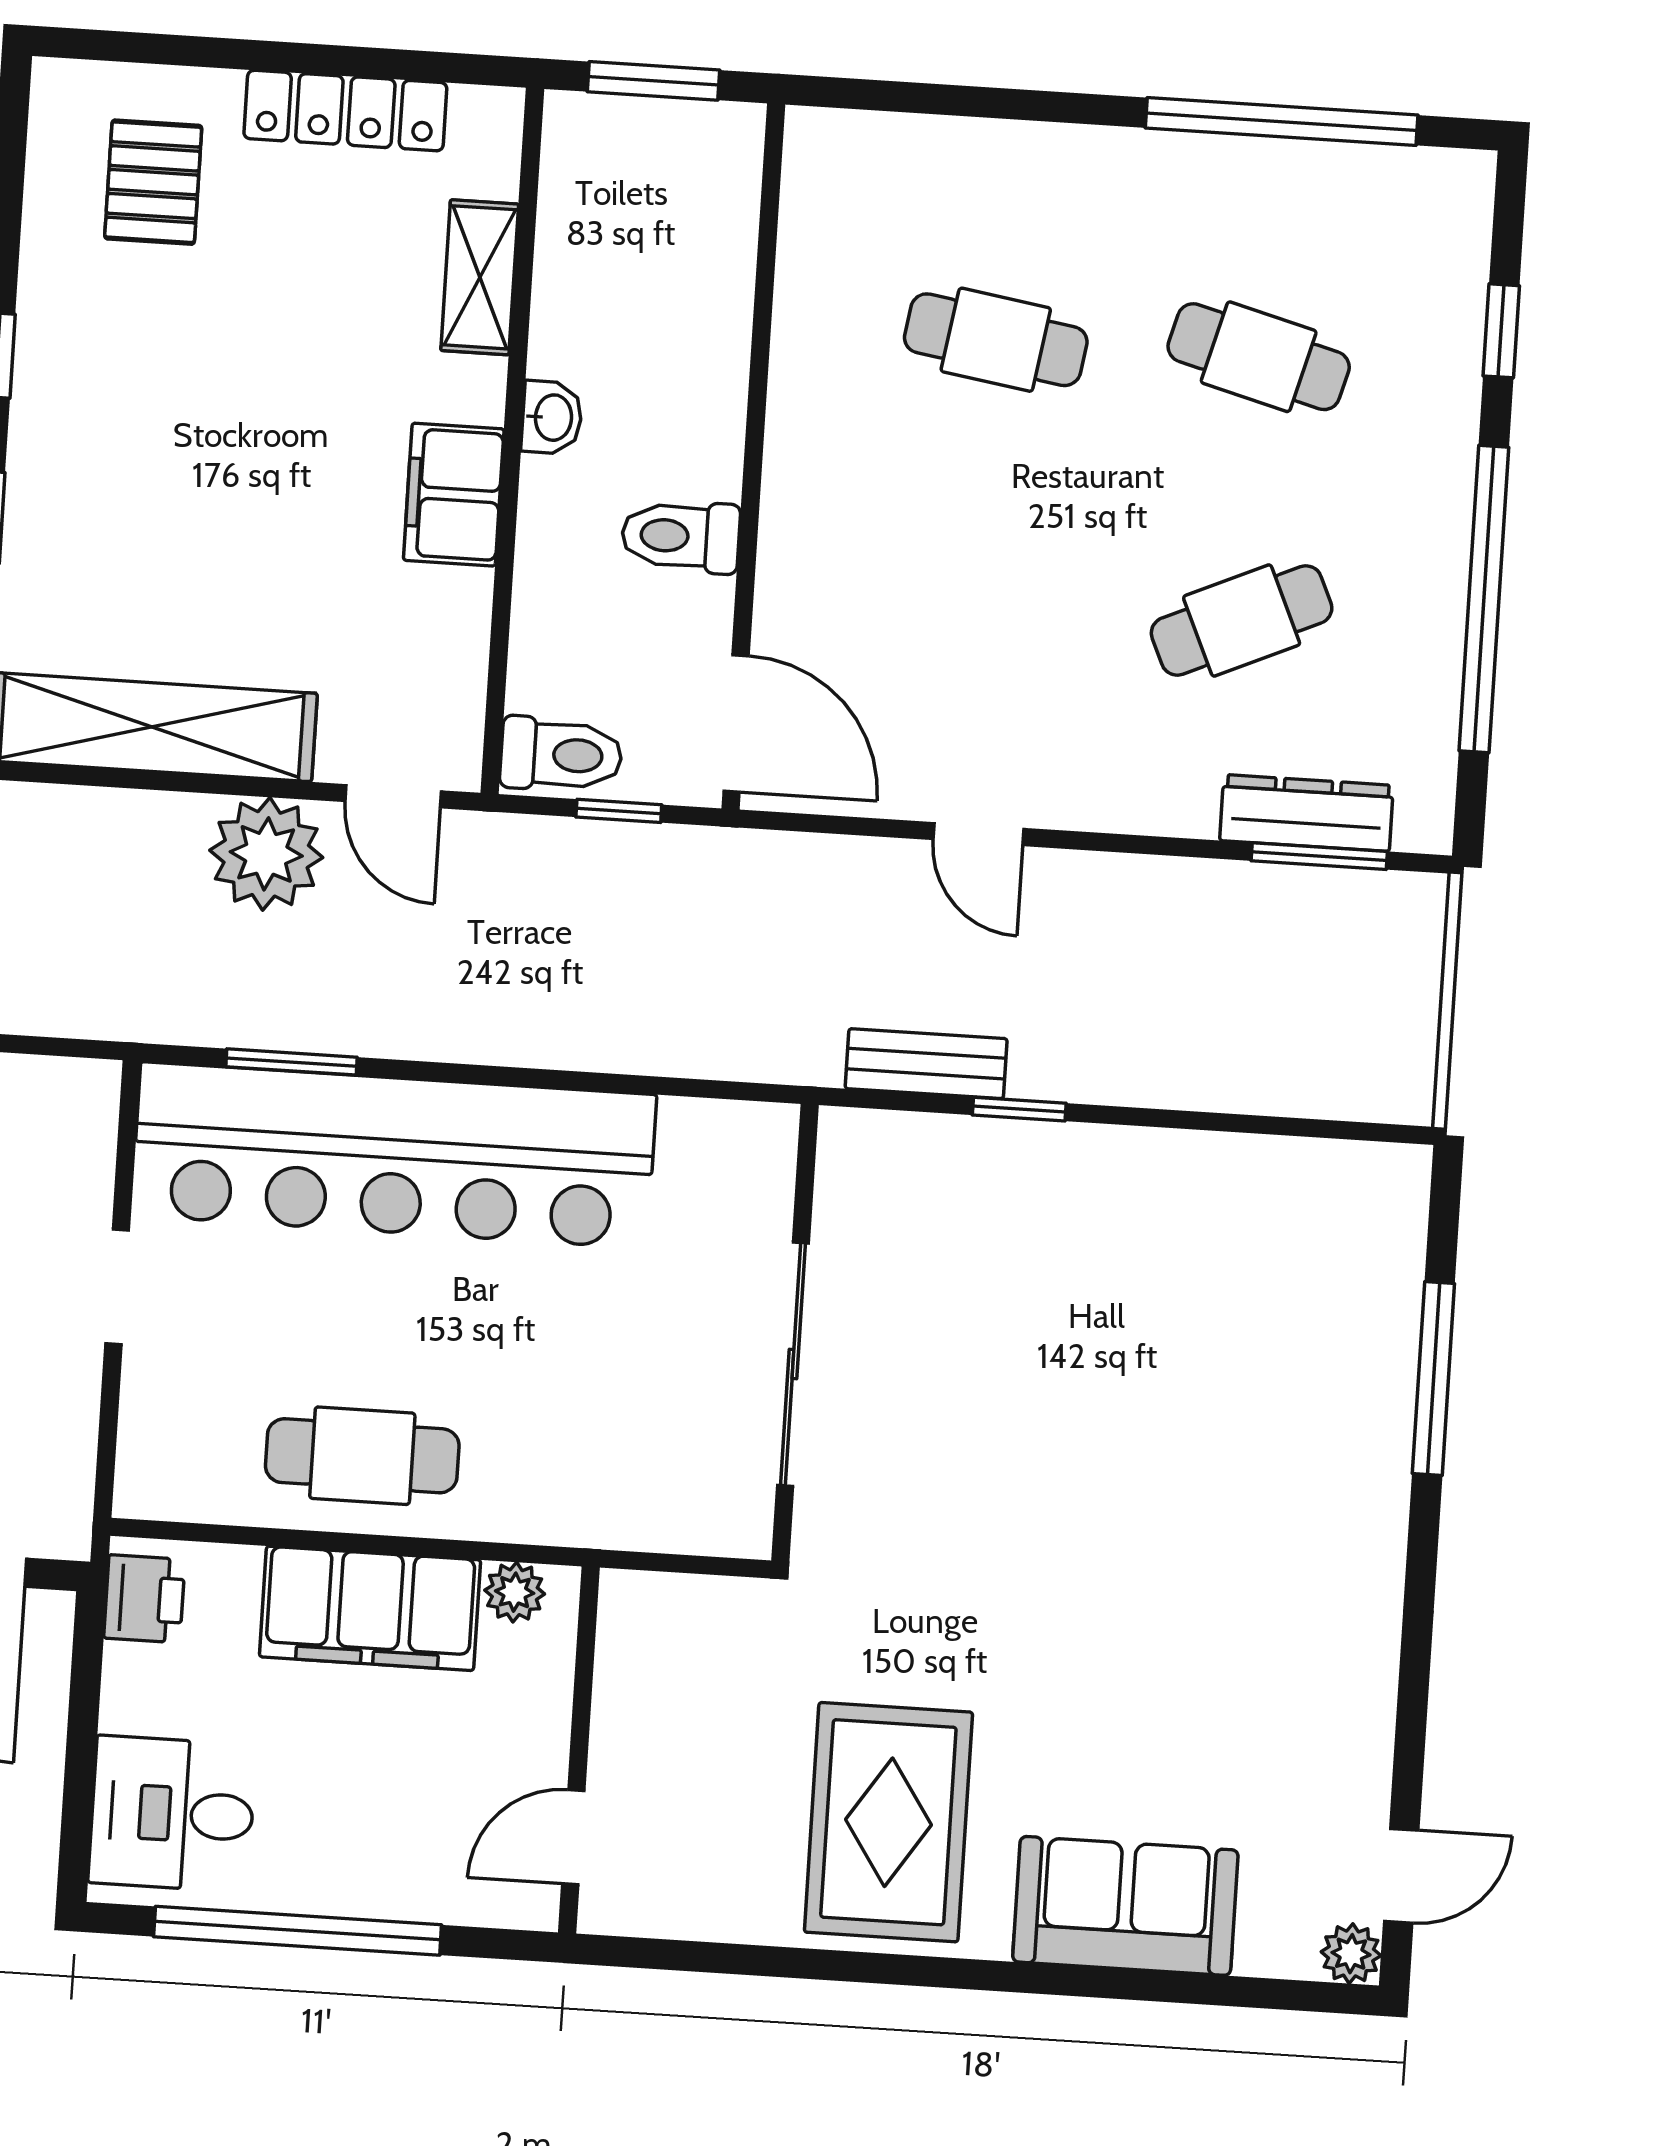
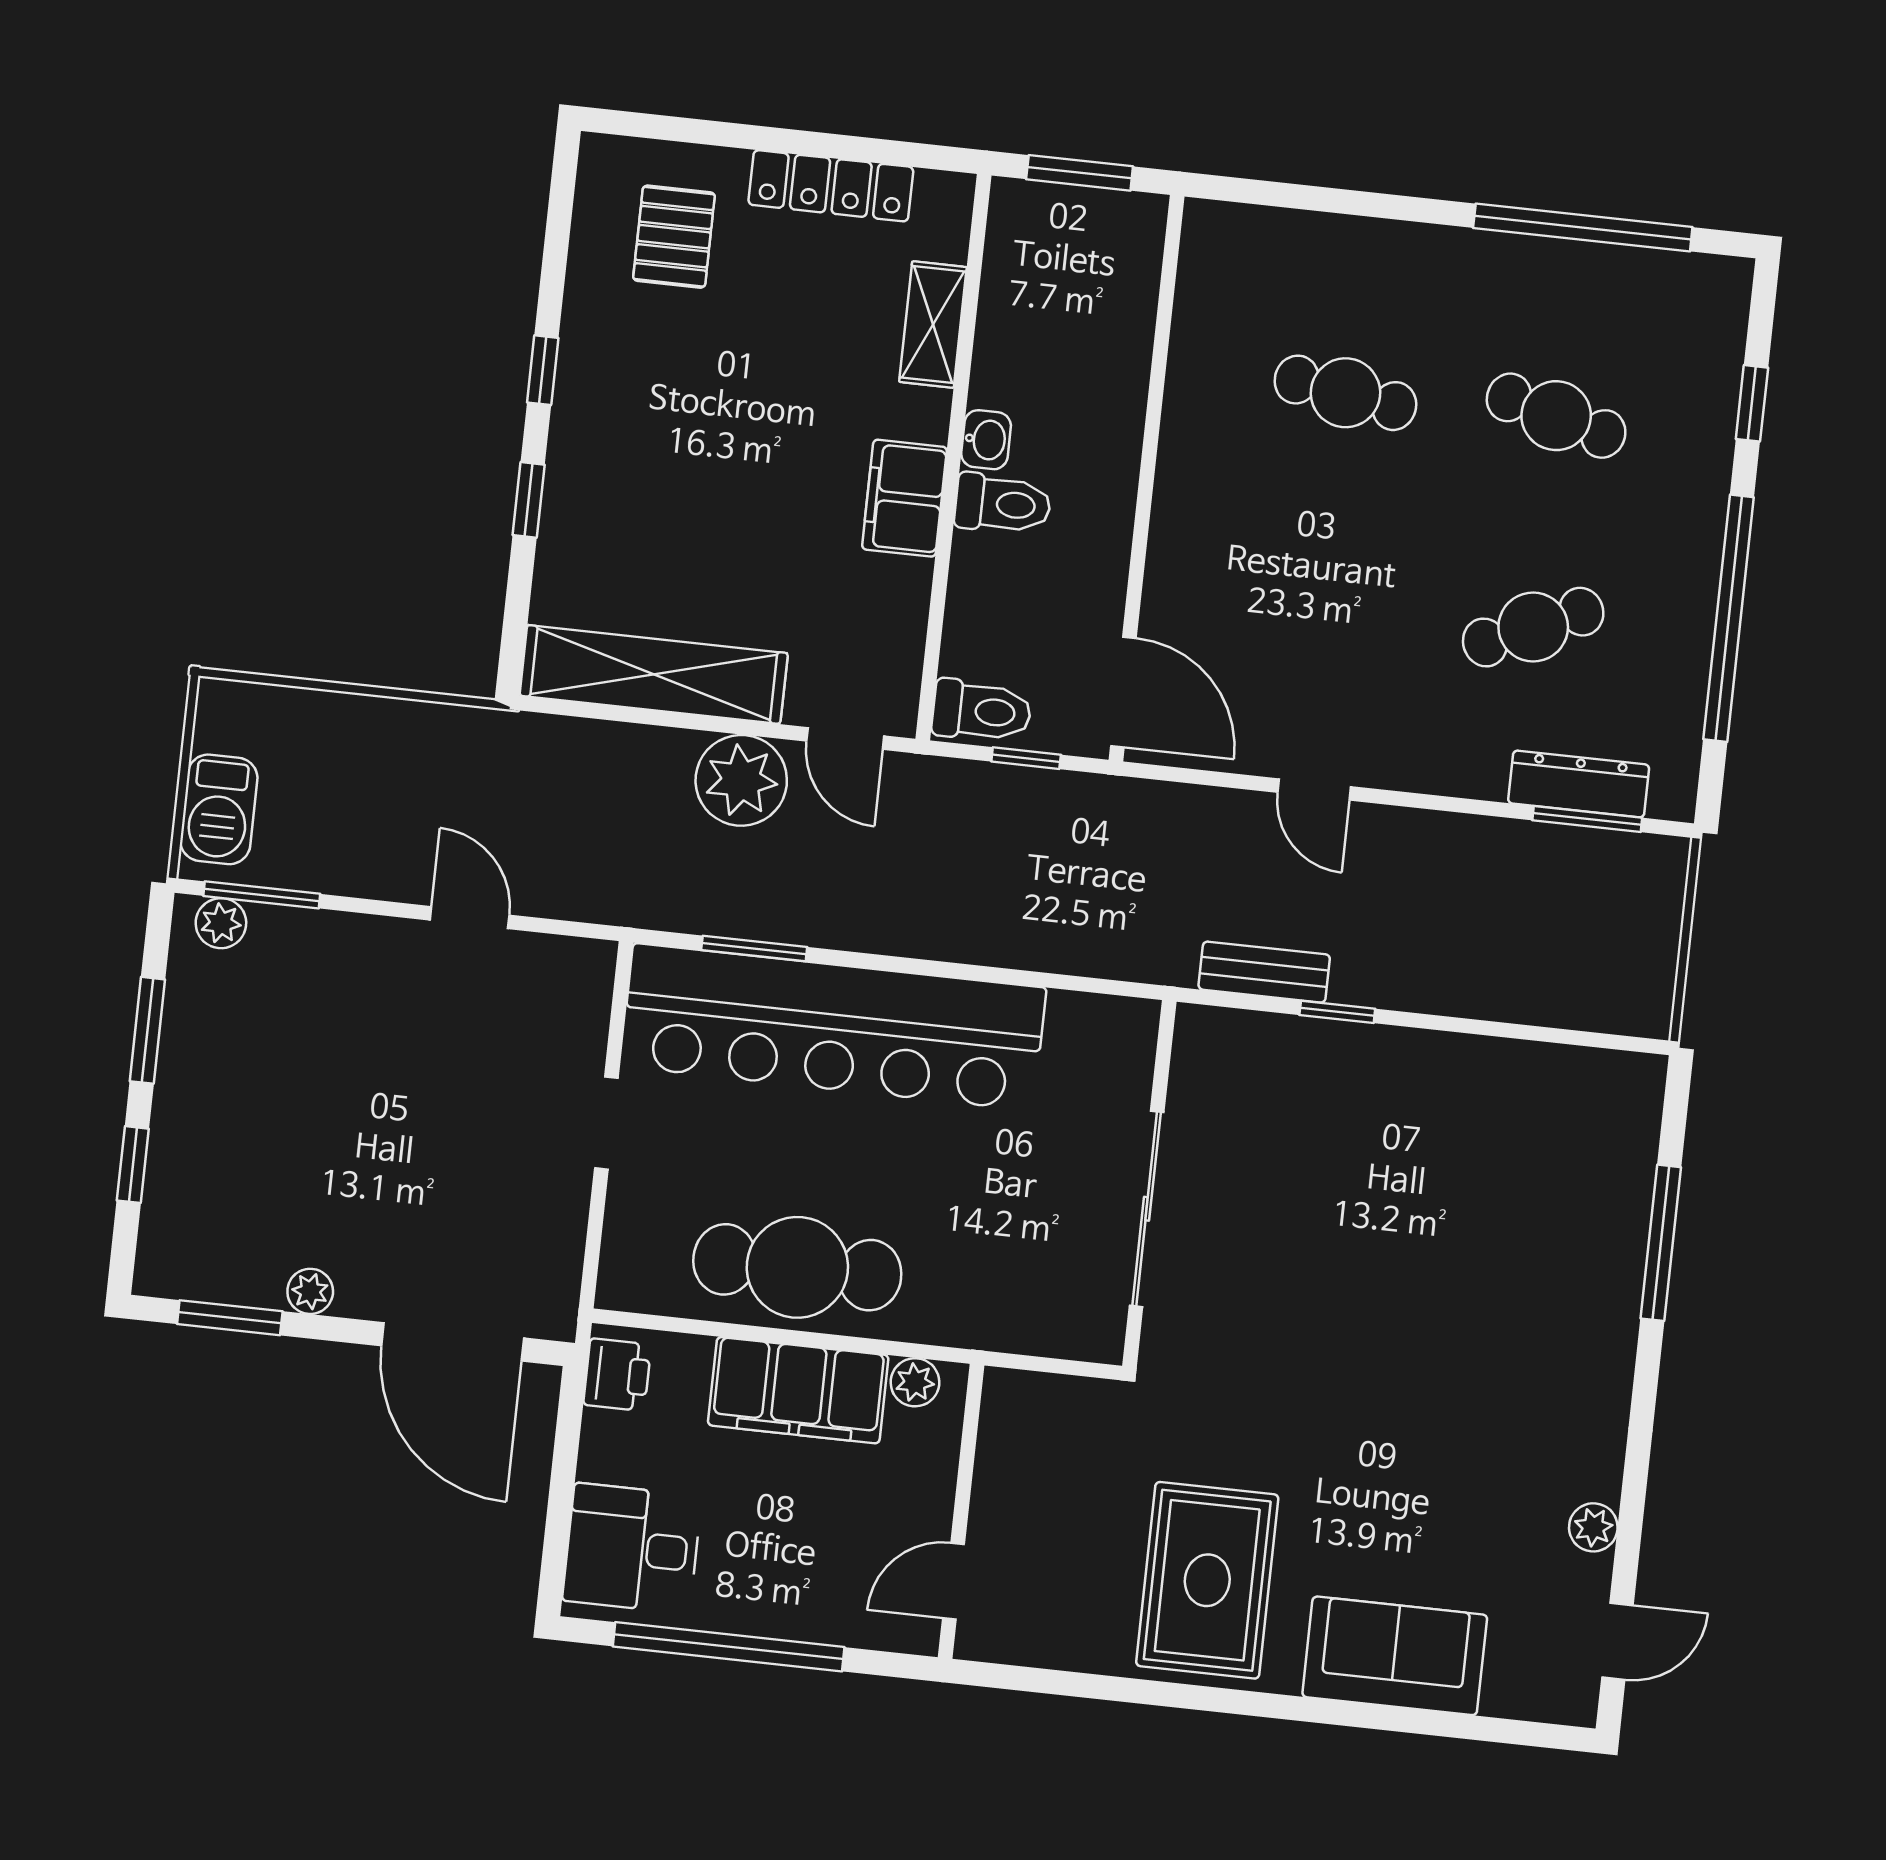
toilet: (681, 536) -> (1003, 504), moved, turned 180
cafe table: (362, 1456) -> (797, 1267), width x1.37, depth x1.35
plant: (1351, 1954) -> (1593, 1527), moved

